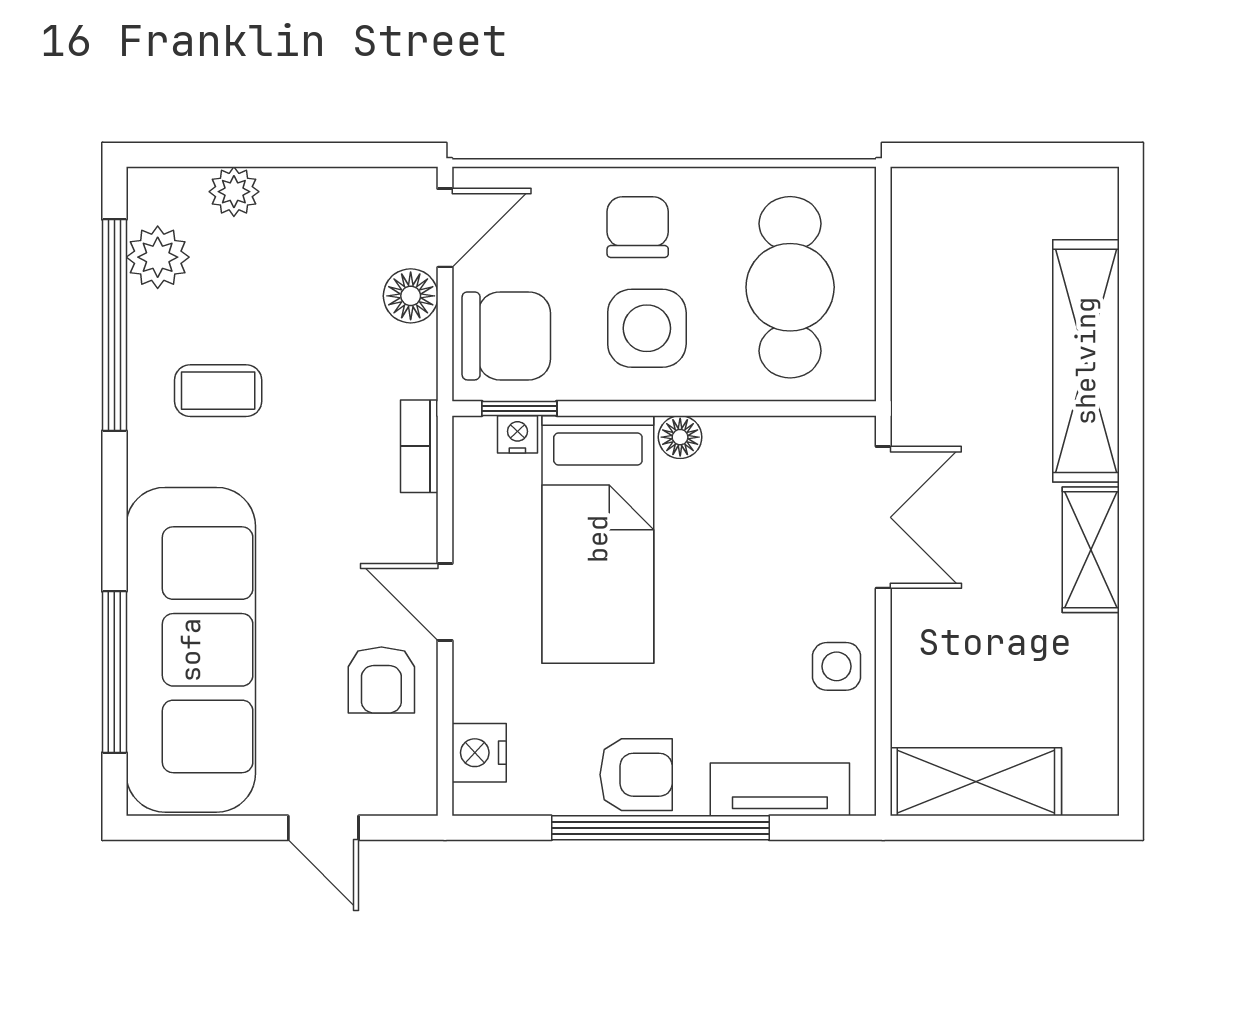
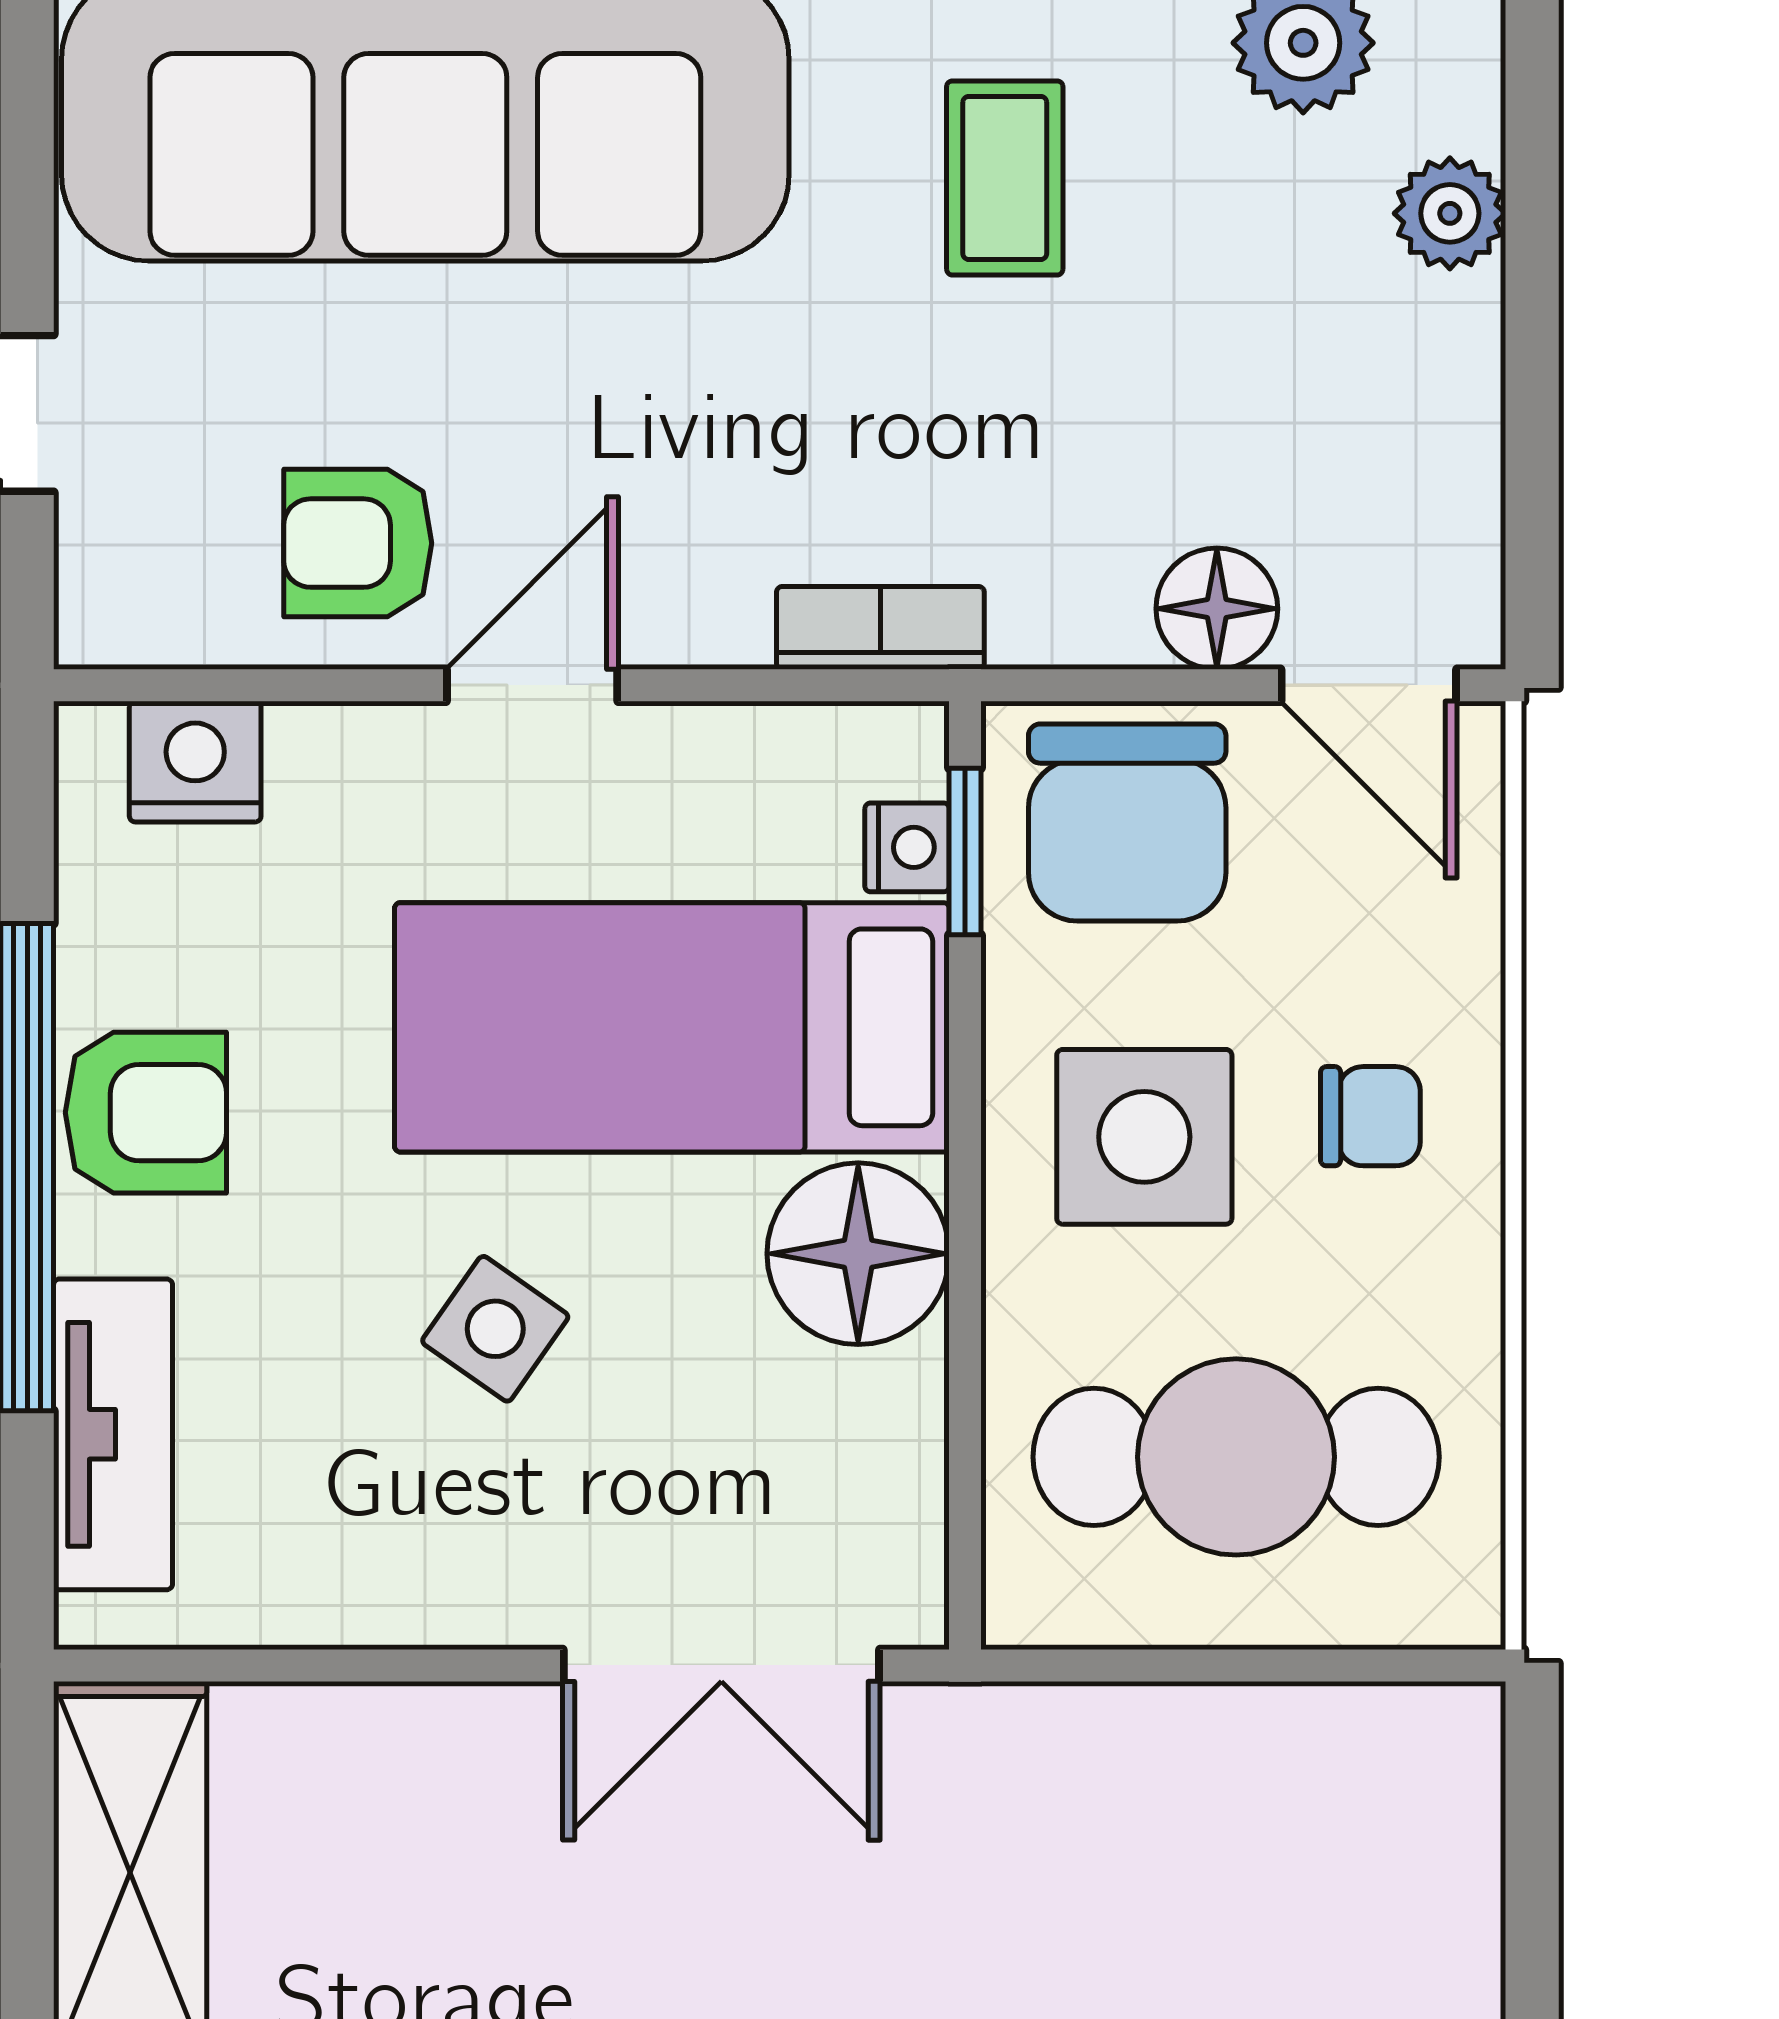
chair: (638, 227) -> (1370, 1116), width x0.73, depth x0.73
floor lamp: (680, 437) -> (858, 1254), width x1.89, depth x1.89
side table: (837, 666) -> (495, 1329), moved, turned 35
armchair: (636, 775) -> (146, 1113), turned -90

